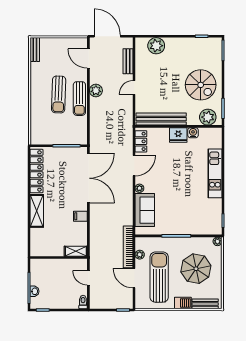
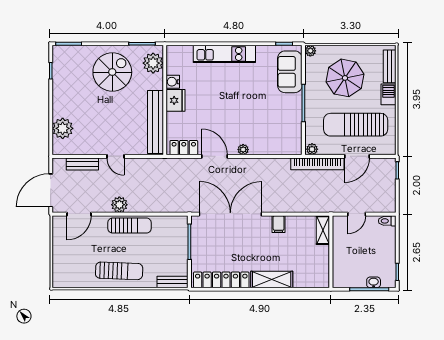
bench: (35, 50) -> (173, 282), moved
sun lounger: (59, 94) -> (119, 271), moved
sofa: (145, 210) -> (290, 72), moved, turned -90
plant: (140, 255) -> (312, 149), moved

